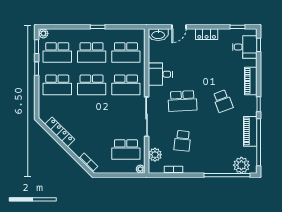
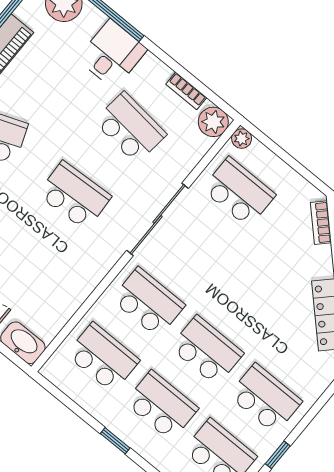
desk: (160, 74) -> (112, 54), moved, turned -90
school desk: (182, 141) -> (130, 128), width x1.85
plant: (155, 155) -> (213, 122), moved

